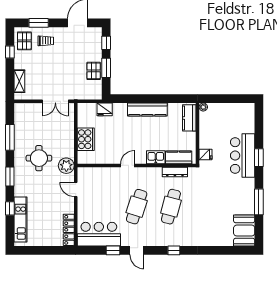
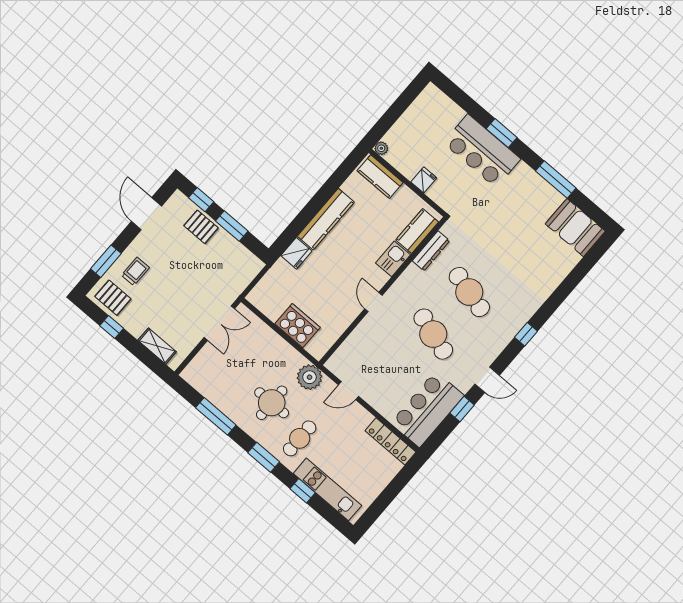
pallet: (94, 71) -> (201, 227), moved
fridge: (105, 109) -> (296, 253), moved
fridge: (205, 155) -> (424, 180), moved
cafe table: (33, 186) -> (300, 438), added

